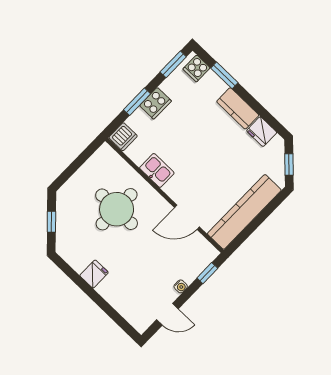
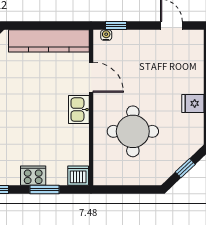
kitchen sink: (157, 170) -> (79, 110), moved
water cooler: (181, 286) -> (106, 35), moved

